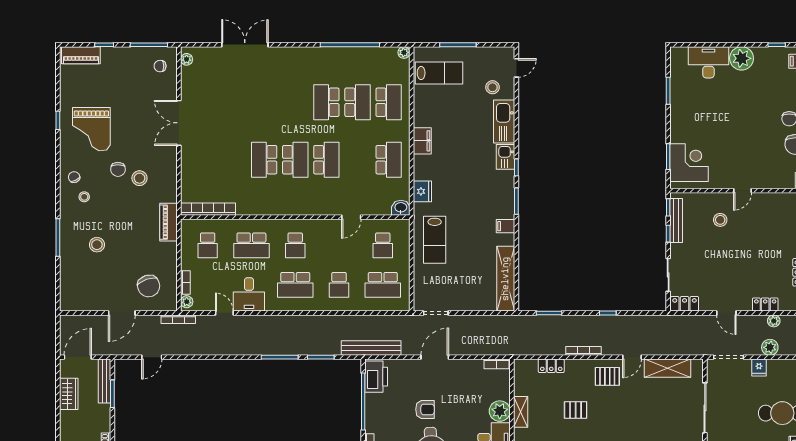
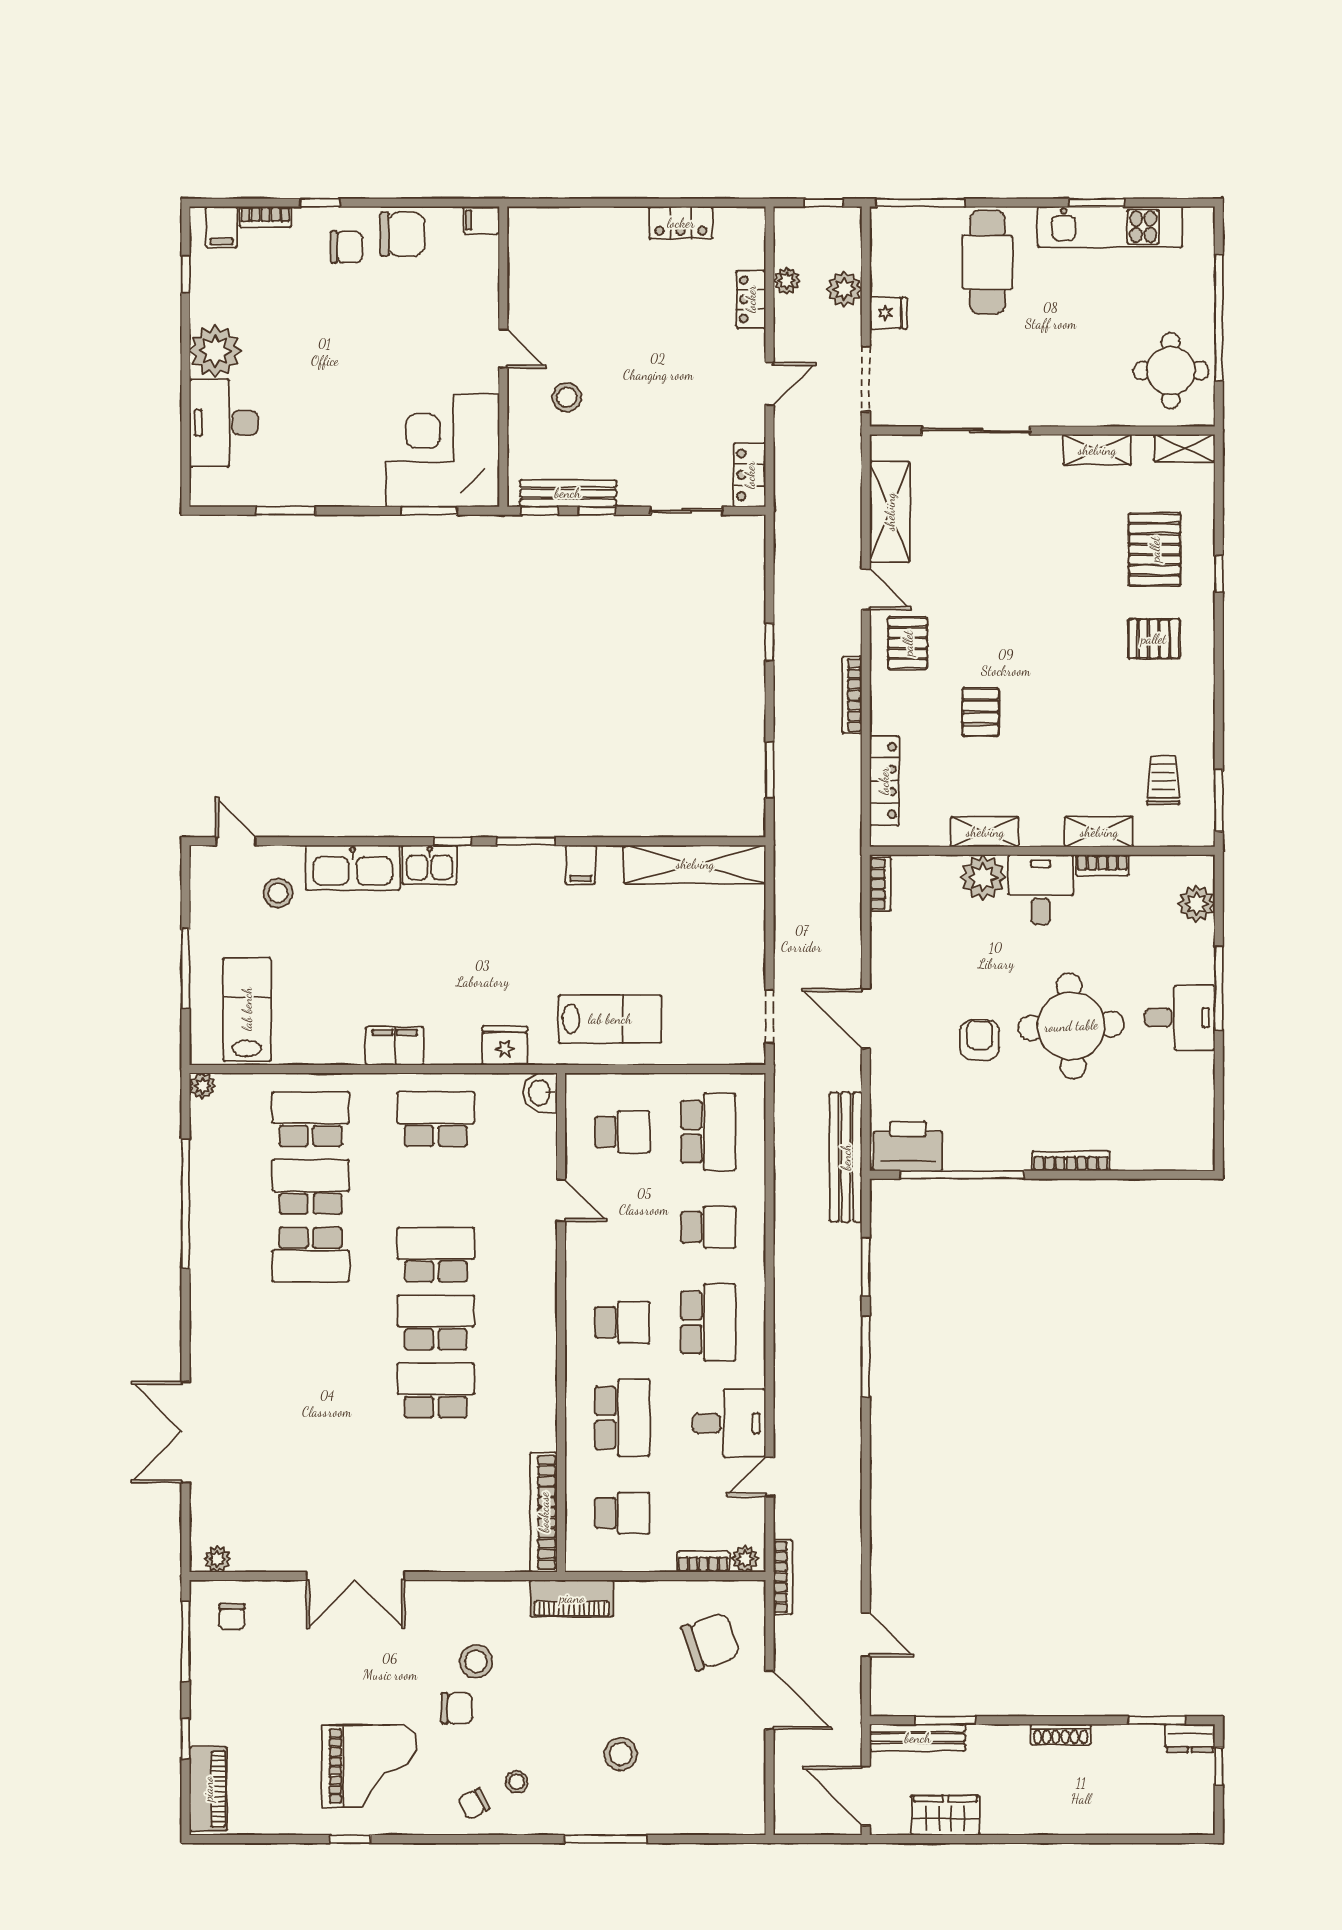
school desk: (264, 160) -> (436, 1390), turned 180
corner desk: (689, 163) -> (442, 450), width x1.36, depth x1.36
locker: (551, 366) -> (884, 781), width x1.53

